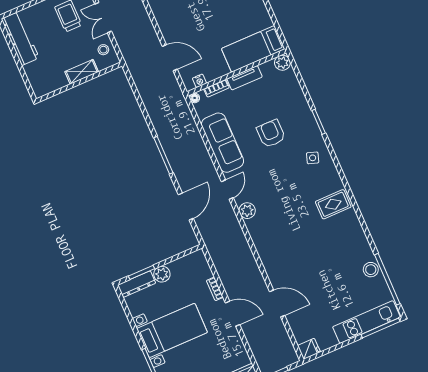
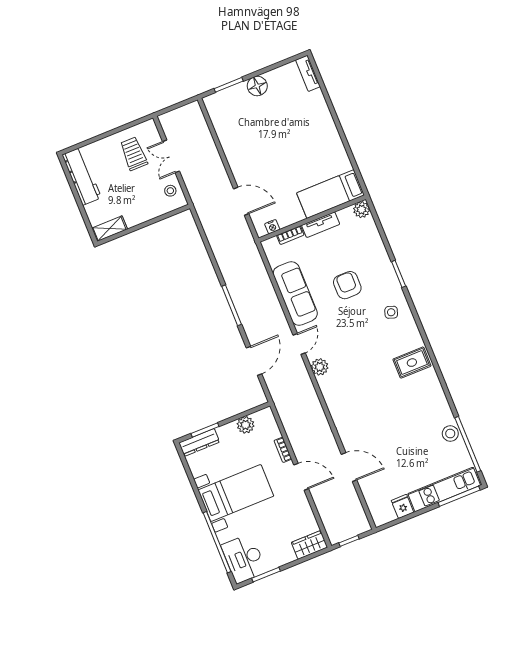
shelving: (82, 72) -> (110, 229), moved
floor lamp: (195, 98) -> (267, 245), removed
plant: (162, 274) -> (246, 425), moved
fridge: (309, 349) -> (403, 506), moved, turned -90

